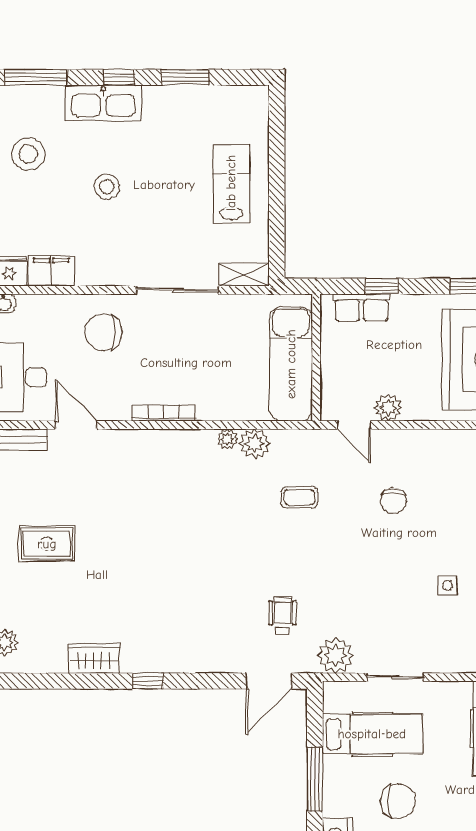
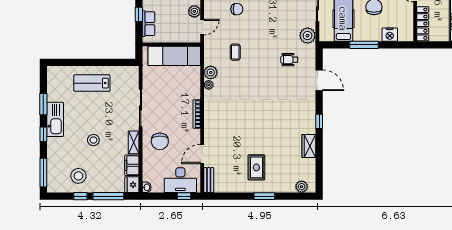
kitchen sink: (103, 103) -> (55, 119), moved
shelving: (244, 275) -> (134, 142), moved
door: (269, 681) -> (319, 80), moved

